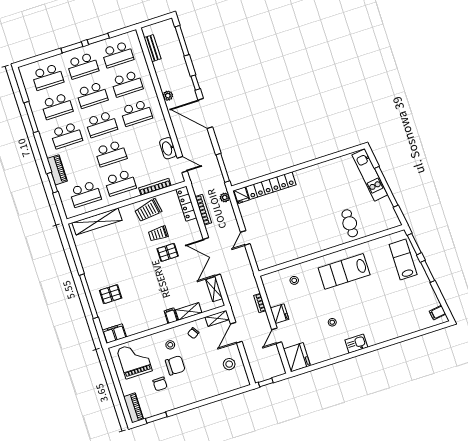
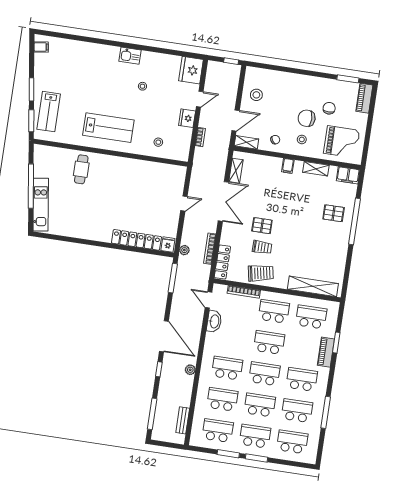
shelving: (189, 311) -> (316, 169), moved
grand piano: (134, 360) -> (342, 142), turned -90

